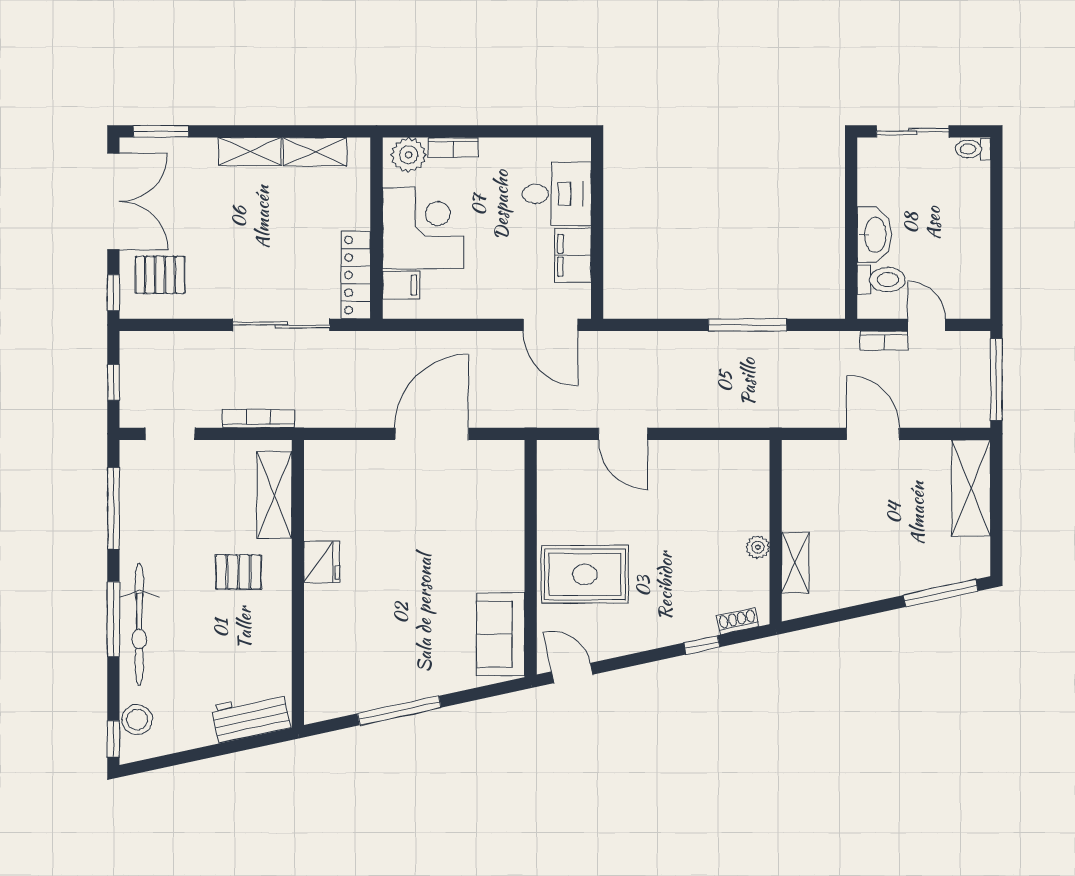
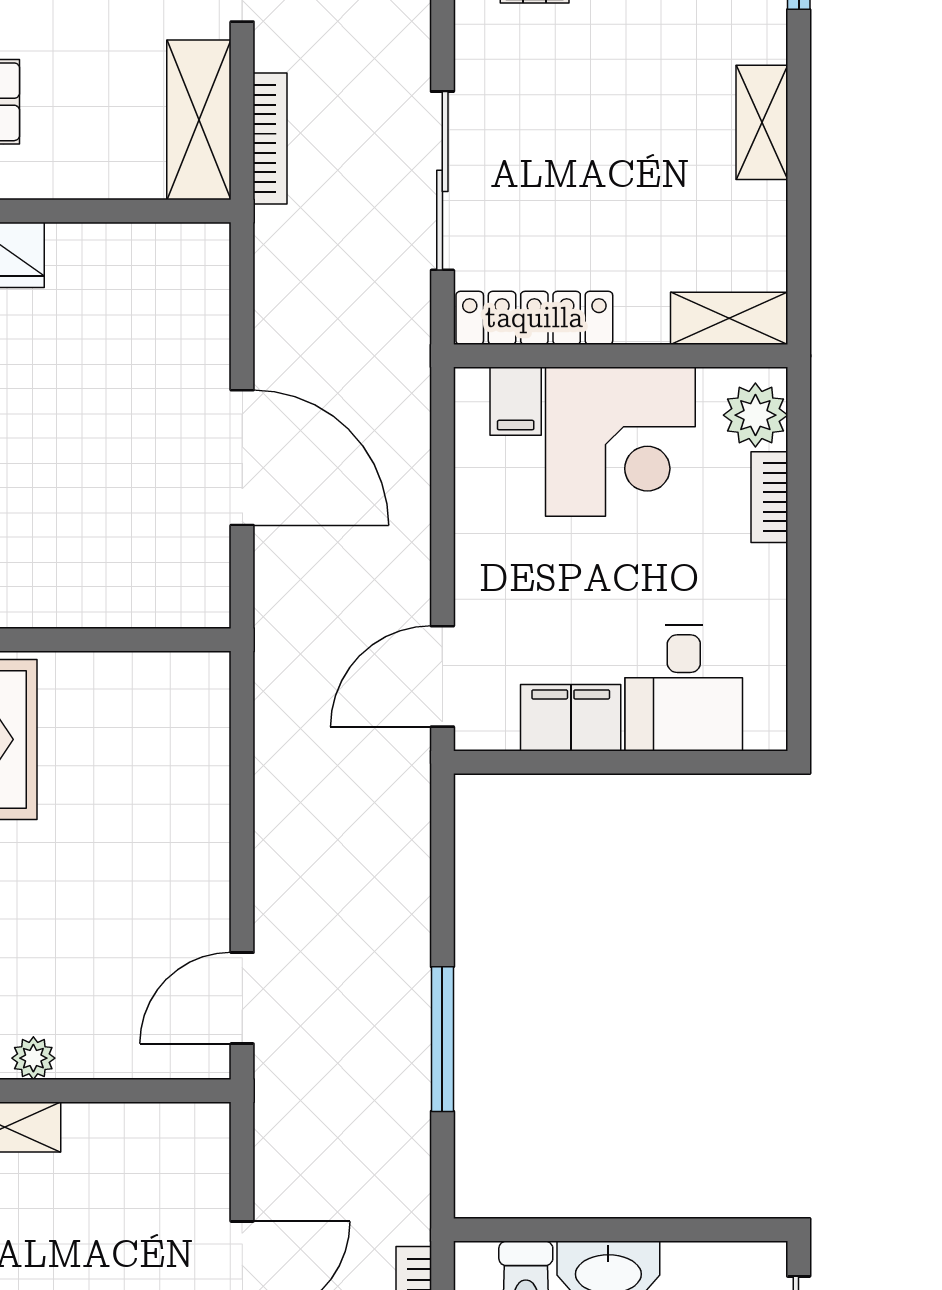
shelving: (315, 152) -> (729, 318), moved, turned 90
door: (623, 434) -> (242, 998), moved
shelving: (274, 495) -> (199, 120), moved, turned 90

